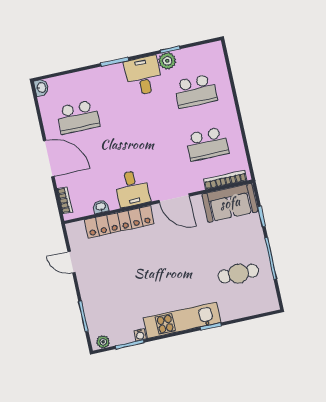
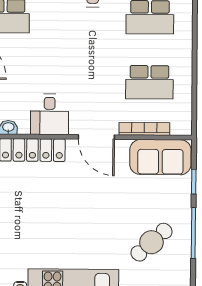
bookcase: (225, 180) -> (144, 129), moved
cafe table: (238, 274) -> (151, 242), turned -43

